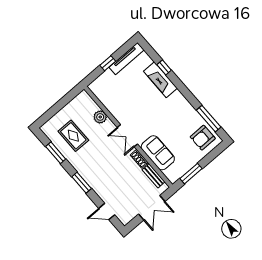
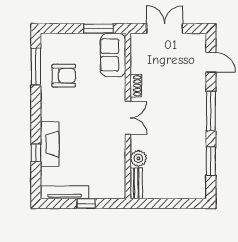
rug: (73, 136) -> (180, 163), removed
armchair: (203, 138) -> (64, 76), moved
sofa: (158, 153) -> (113, 55), moved
bench: (154, 176) -> (136, 183), moved
window: (82, 183) -> (211, 111), width x1.44

